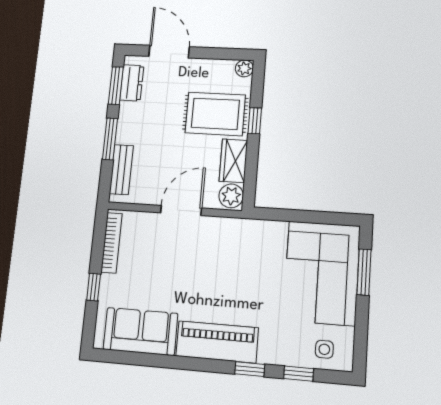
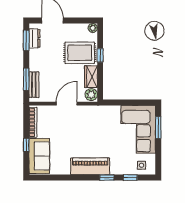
window: (110, 139) -> (26, 79), moved
sofa: (141, 331) -> (39, 156), moved, turned 90

